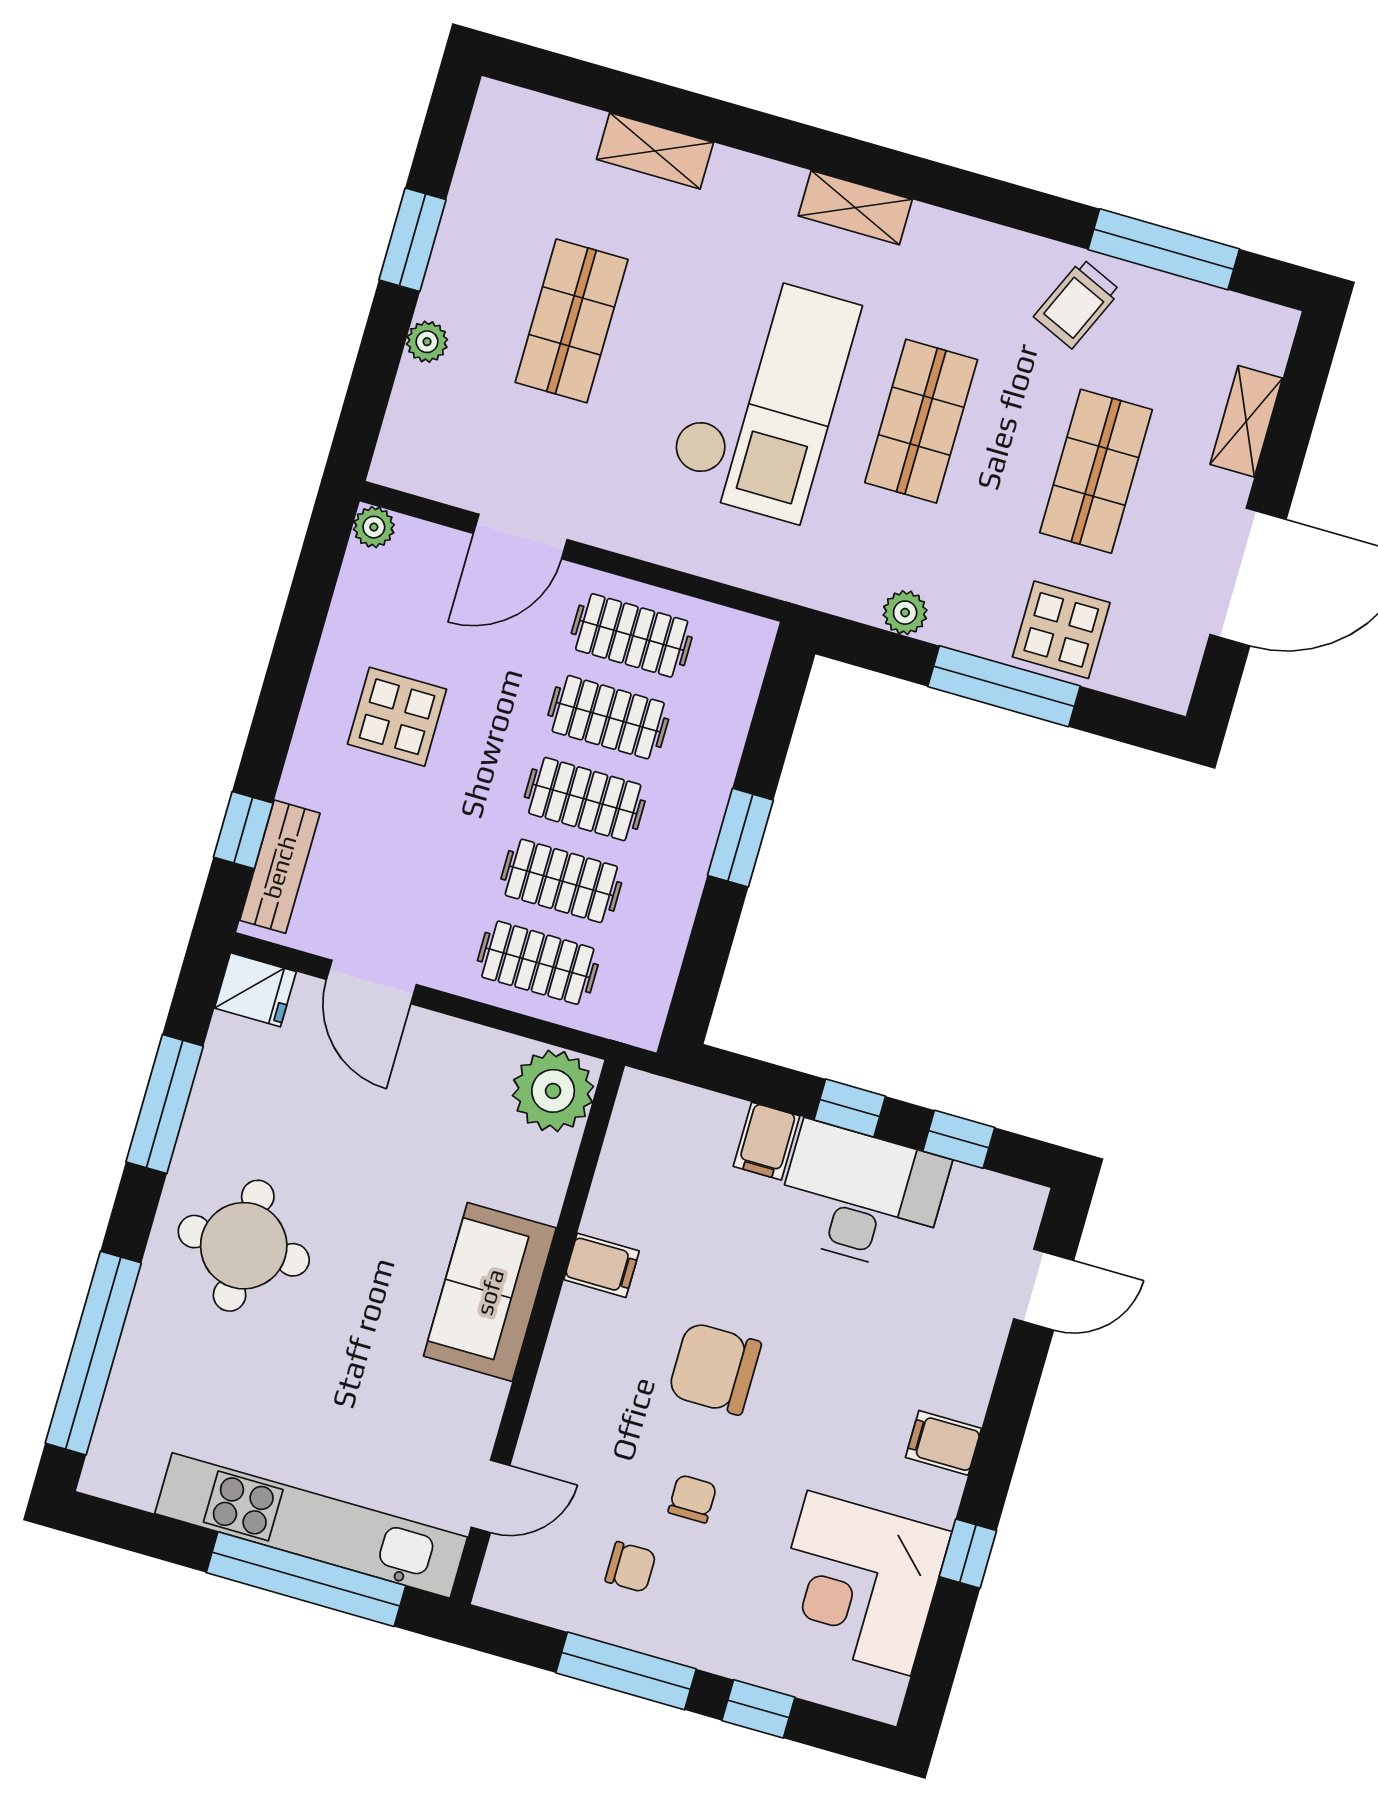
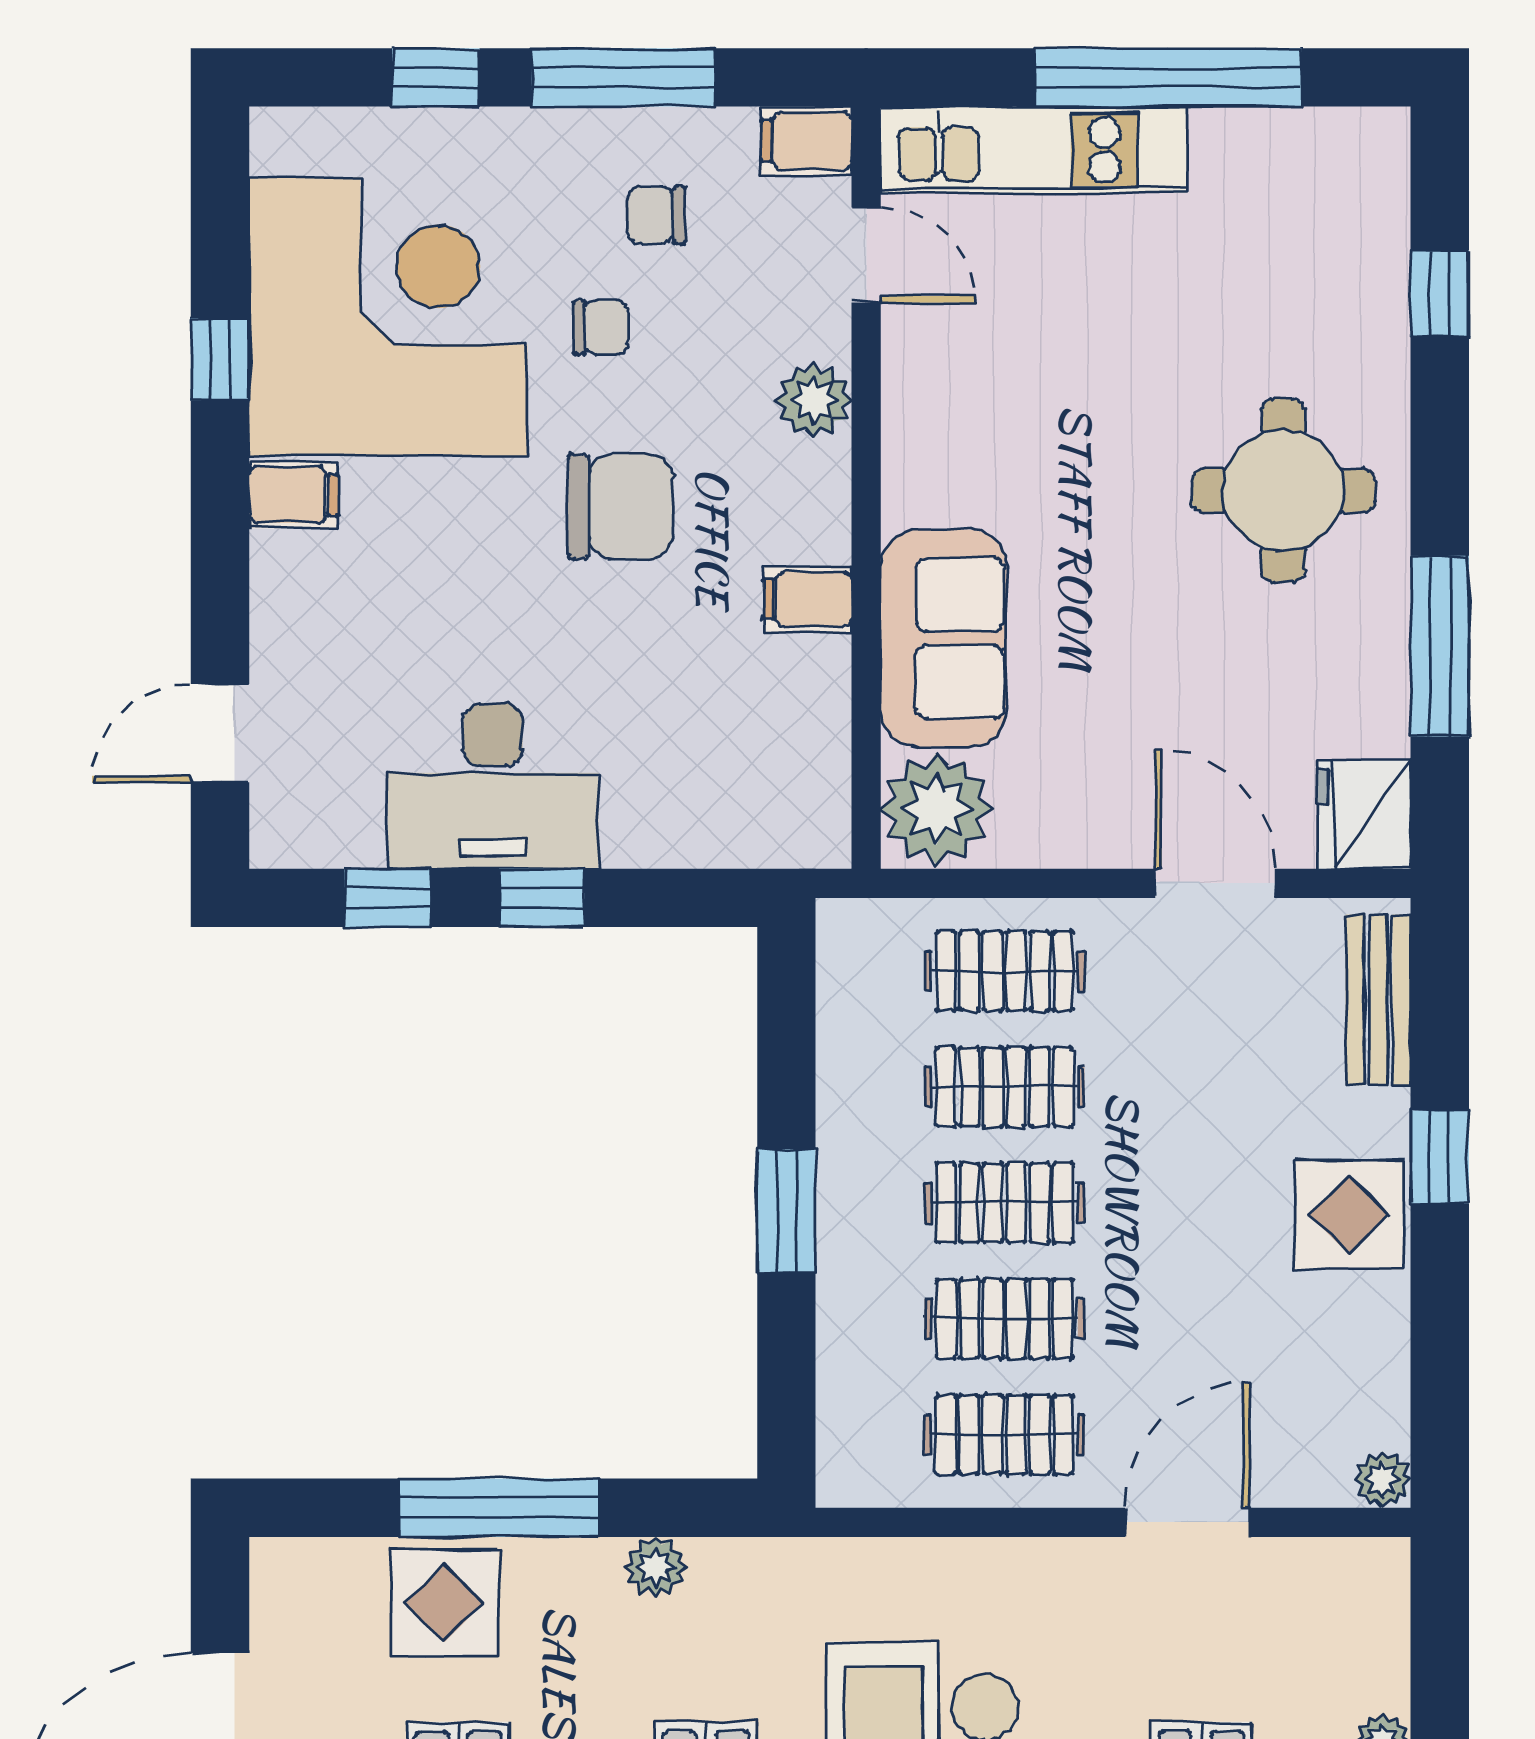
display table: (397, 717) -> (1349, 1215), moved
window: (243, 830) -> (1440, 1157), moved
fridge: (255, 990) -> (1364, 815), width x1.38
filing cabinet: (766, 1141) -> (806, 141), moved, turned -90
sofa: (490, 1292) -> (944, 638), moved
window: (93, 1353) -> (1440, 293), width x0.32
plant: (557, 1404) -> (814, 400), added
door: (490, 1496) -> (866, 255), swing flipped
chair: (692, 1499) -> (601, 328), turned -90
kitchen unit: (311, 1525) -> (1034, 150), width x0.73
window: (306, 1579) -> (1168, 77), moved
corner desk: (859, 1583) -> (388, 317), width x1.36, depth x1.36

